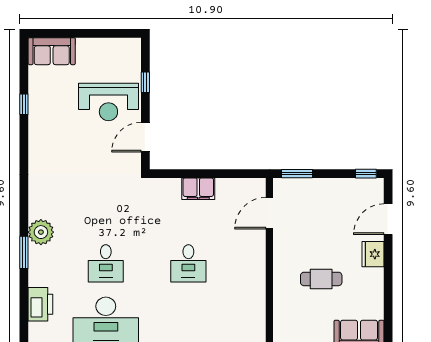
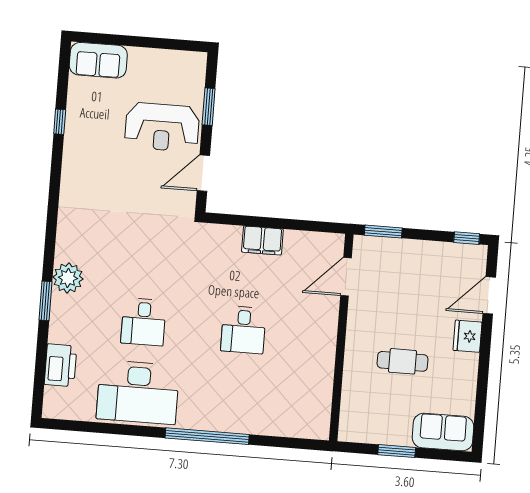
window: (145, 82) -> (209, 107), width x1.50

